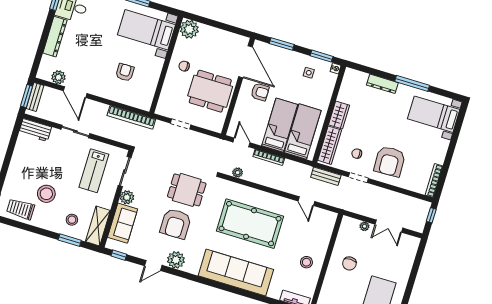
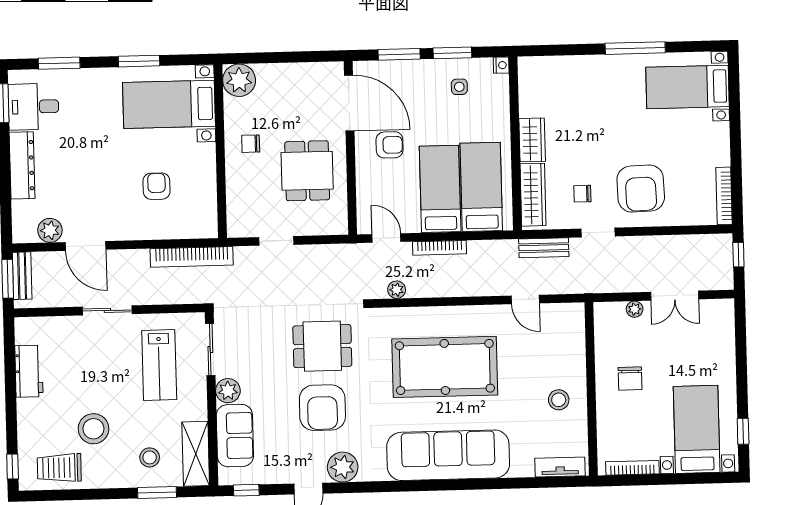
window: (322, 56) -> (452, 53), moved
dresser: (382, 84) -> (586, 65), removed
dining table: (210, 91) -> (307, 171), width x0.73
workbench: (35, 130) -> (29, 371), moved, turned -90

